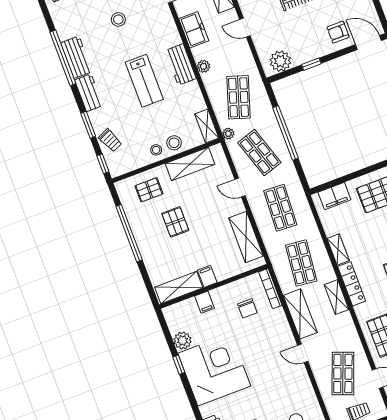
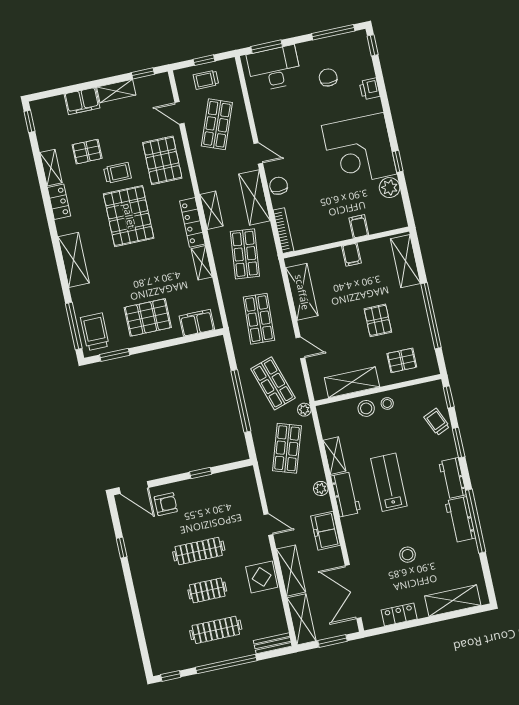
plant: (280, 61) -> (235, 481), removed
shelving: (207, 126) -> (334, 456), moved
shelving: (179, 287) -> (405, 261), moved, turned 90
chair: (247, 308) -> (279, 186), moved

